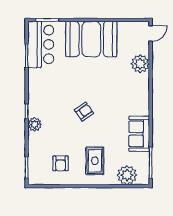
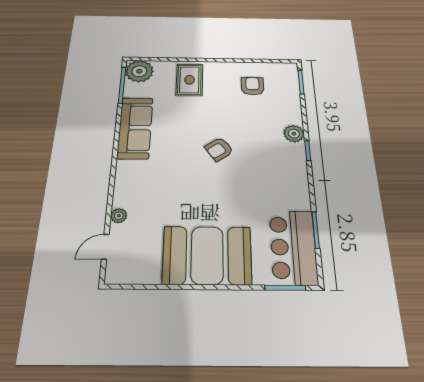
door: (151, 33) -> (105, 247), moved
plant: (140, 64) -> (119, 216), width x0.53, depth x0.53
sofa: (139, 134) -> (135, 128), width x1.36
rug: (95, 161) -> (189, 80), moved
plant: (127, 175) -> (139, 71), moved

